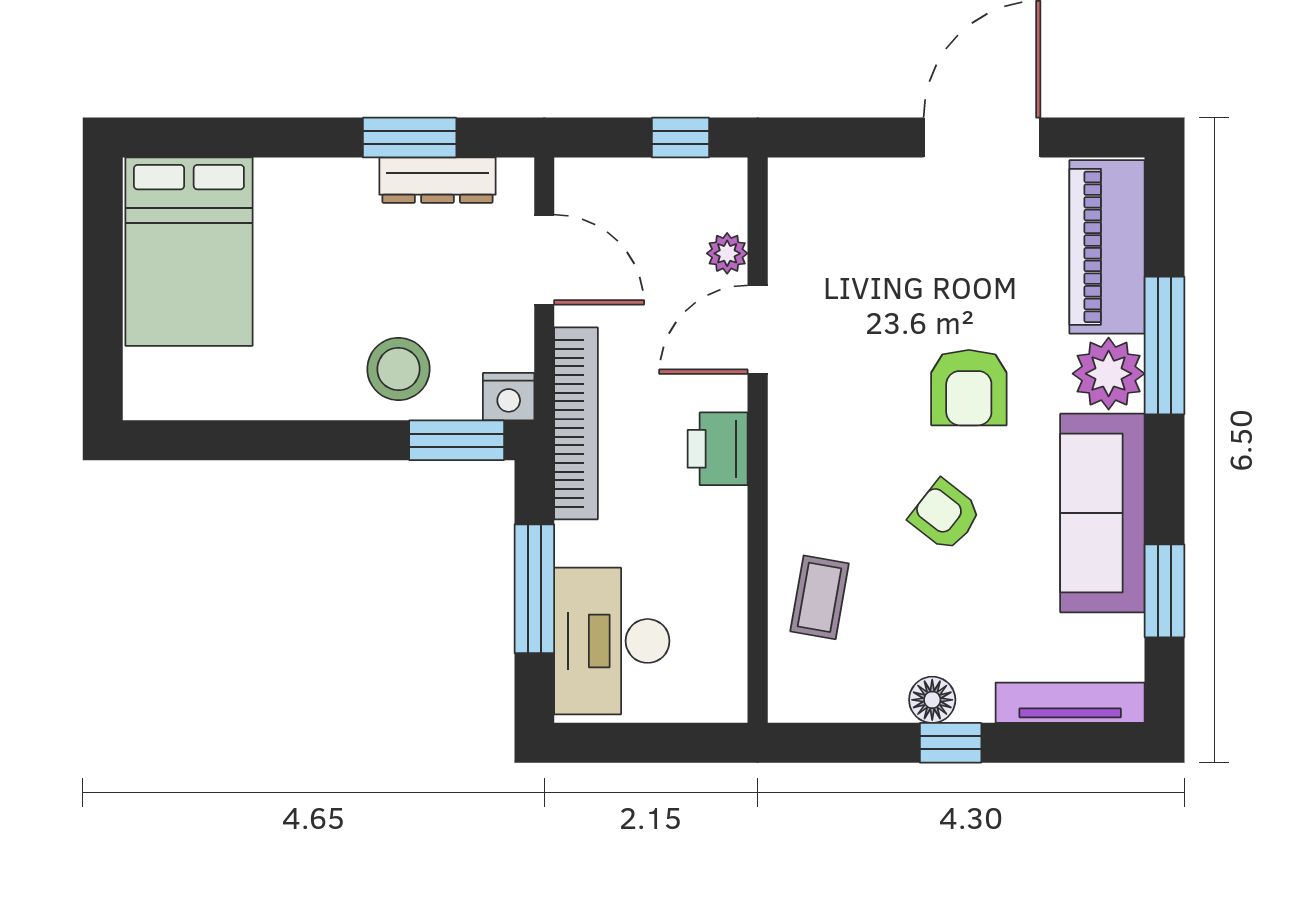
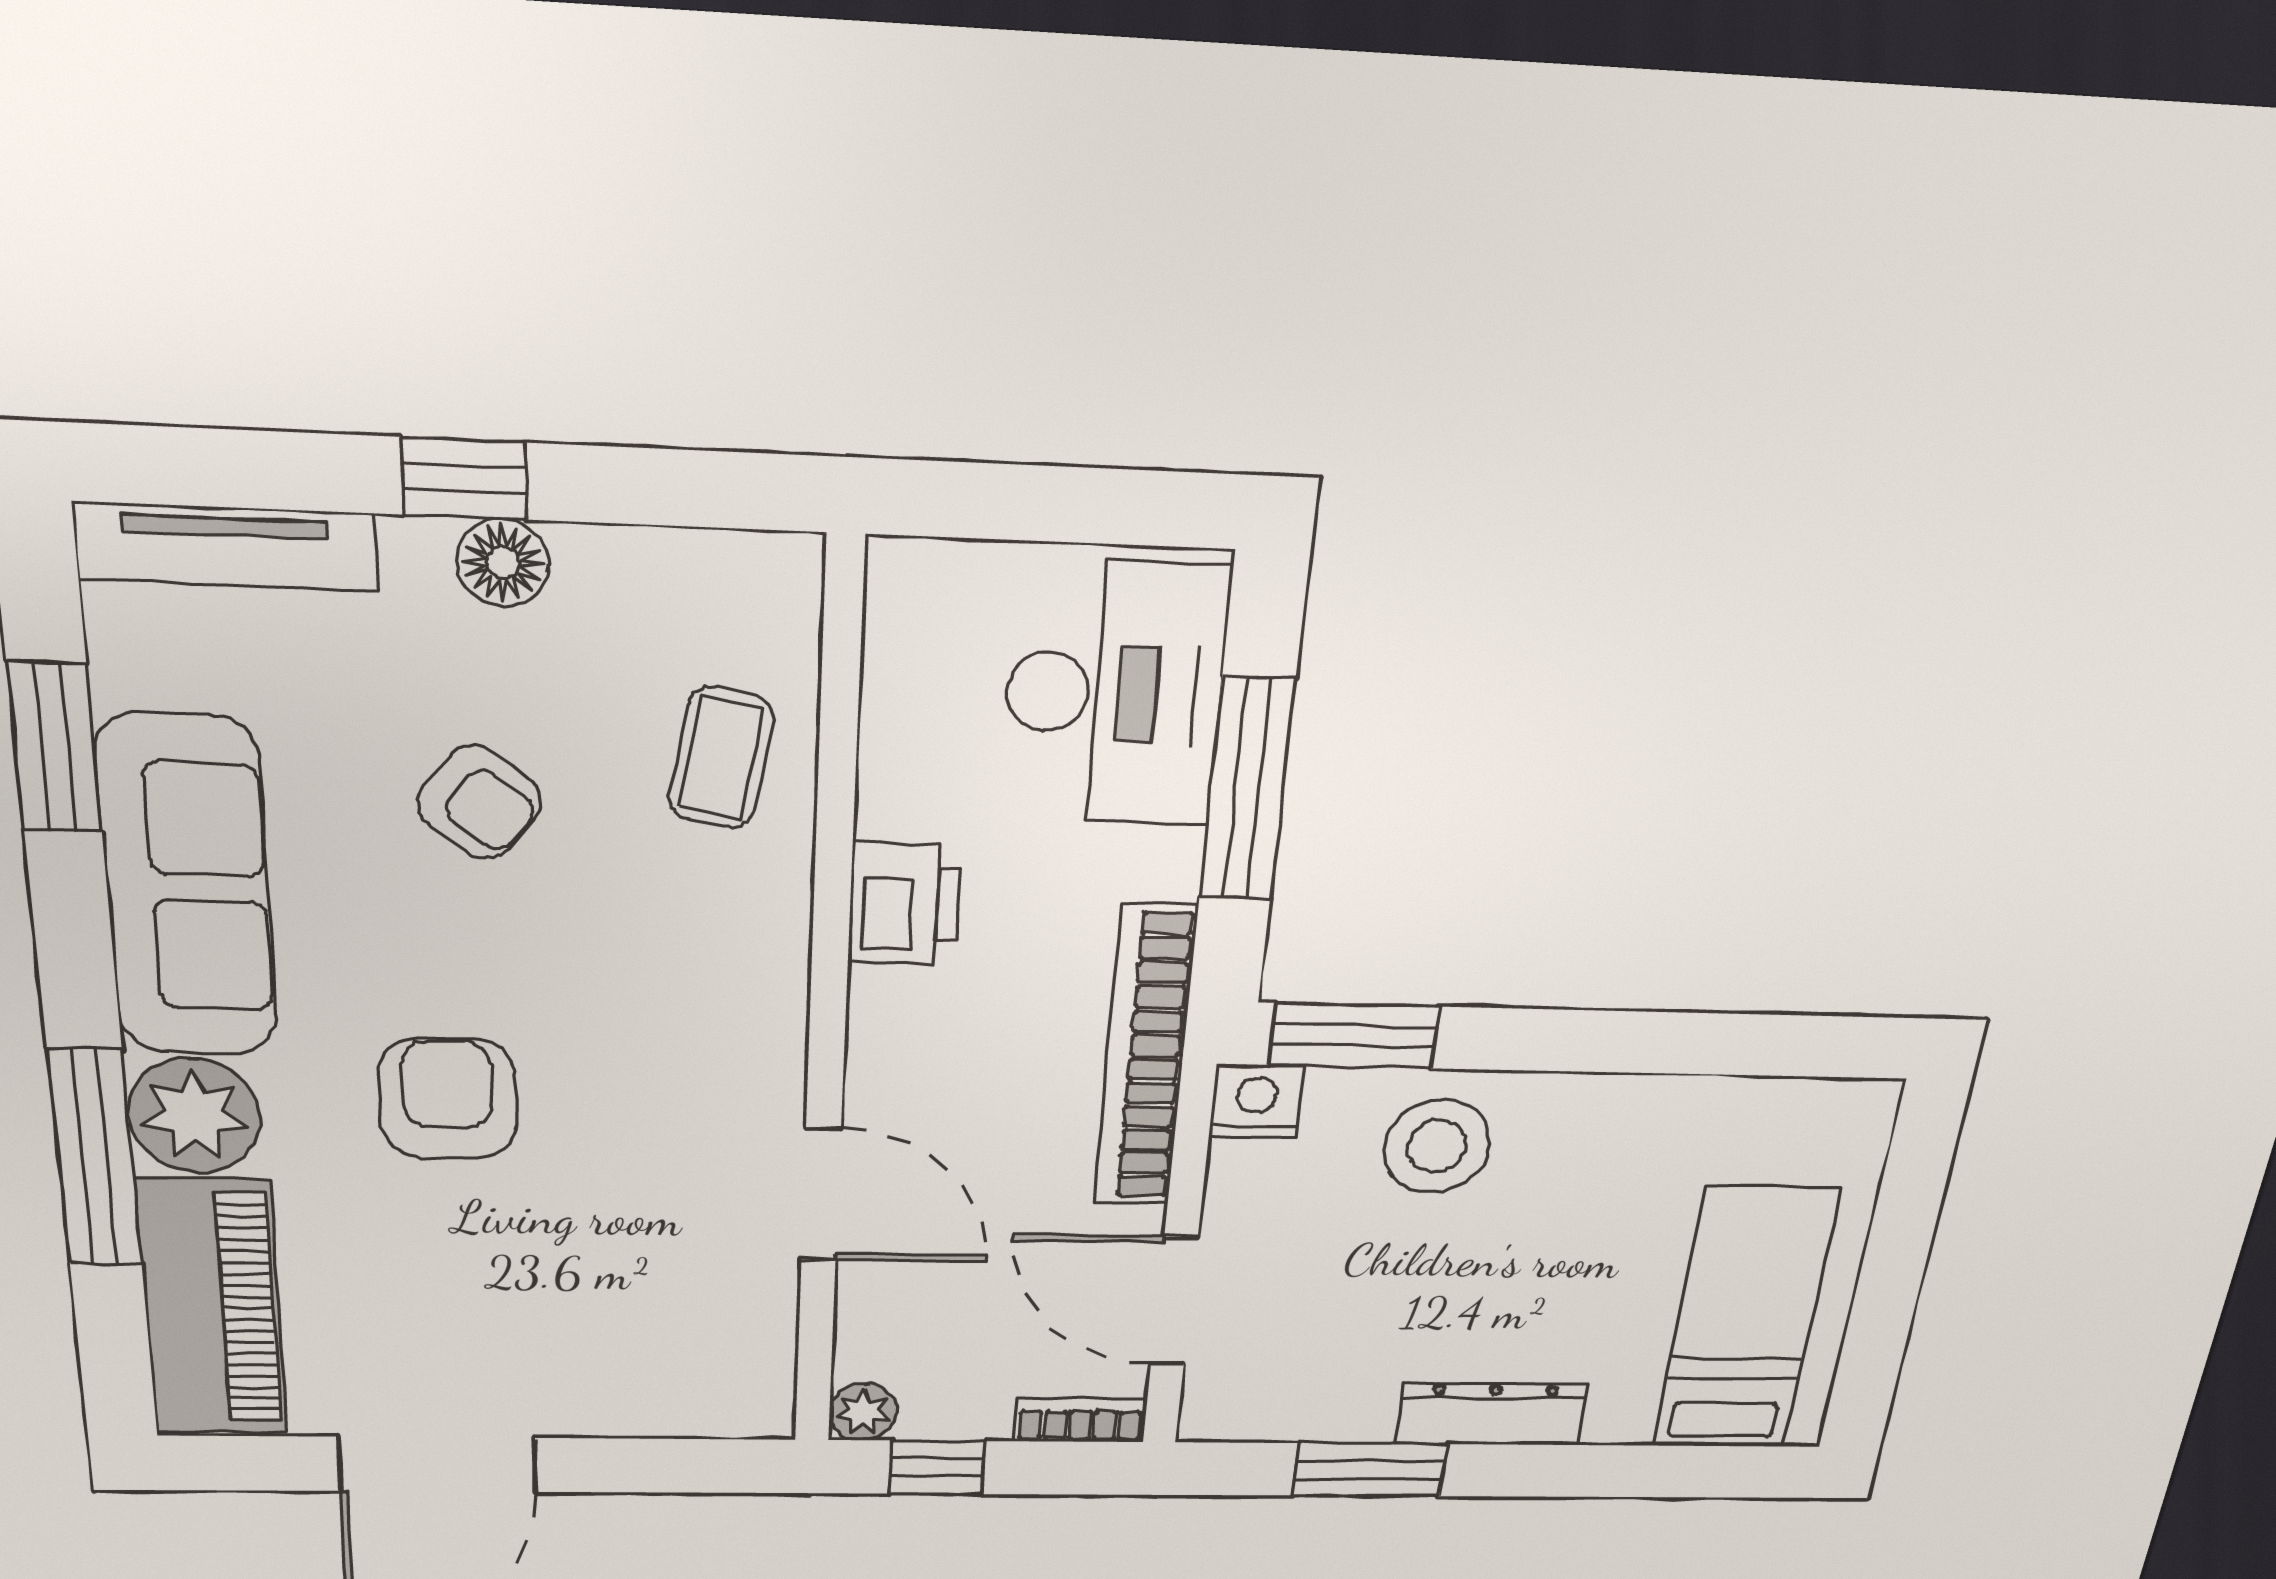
bookcase: (594, 173) -> (1081, 1420), added
dresser: (437, 180) -> (1492, 1414), moved
bed: (189, 252) -> (1745, 1319), width x0.67
plant: (727, 253) -> (863, 1412), moved
door: (758, 330) -> (821, 1194), hinge flipped
printer: (718, 449) -> (905, 903), moved
armchair: (945, 515) -> (479, 802), moved

